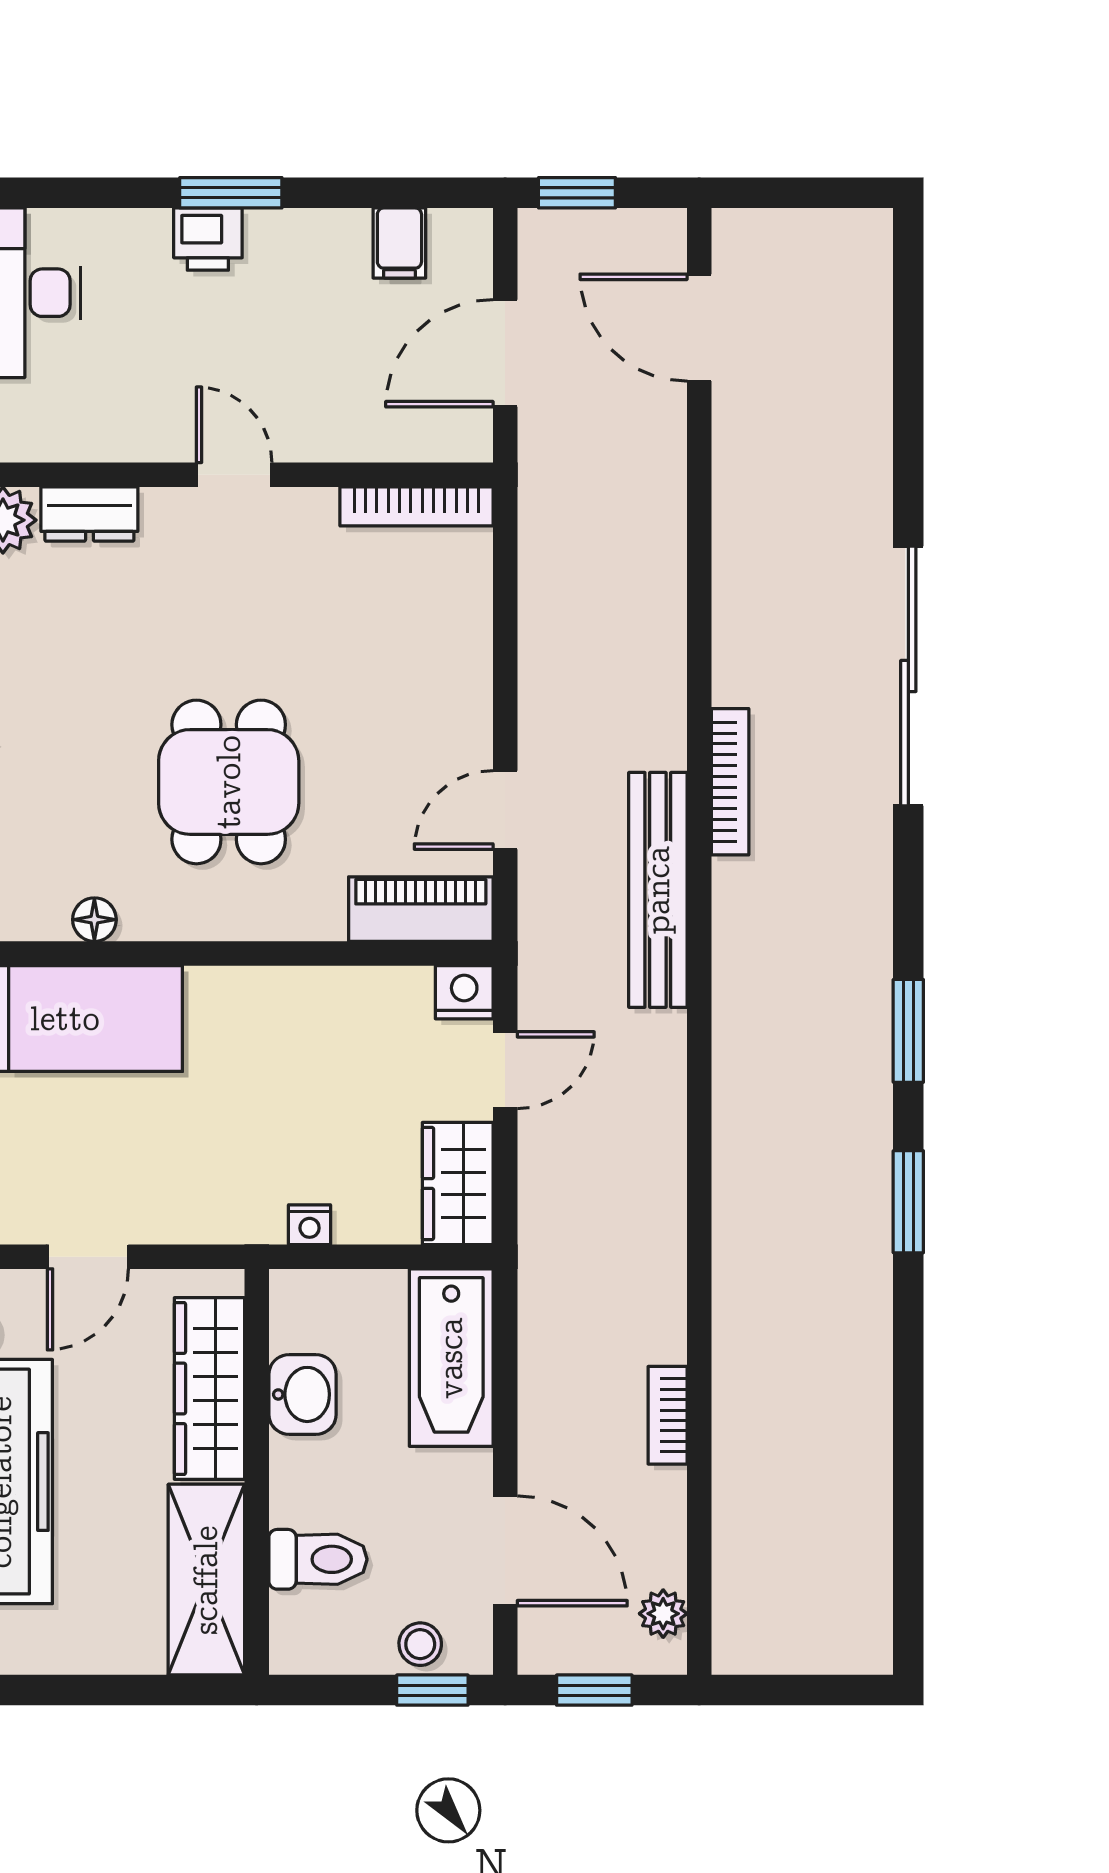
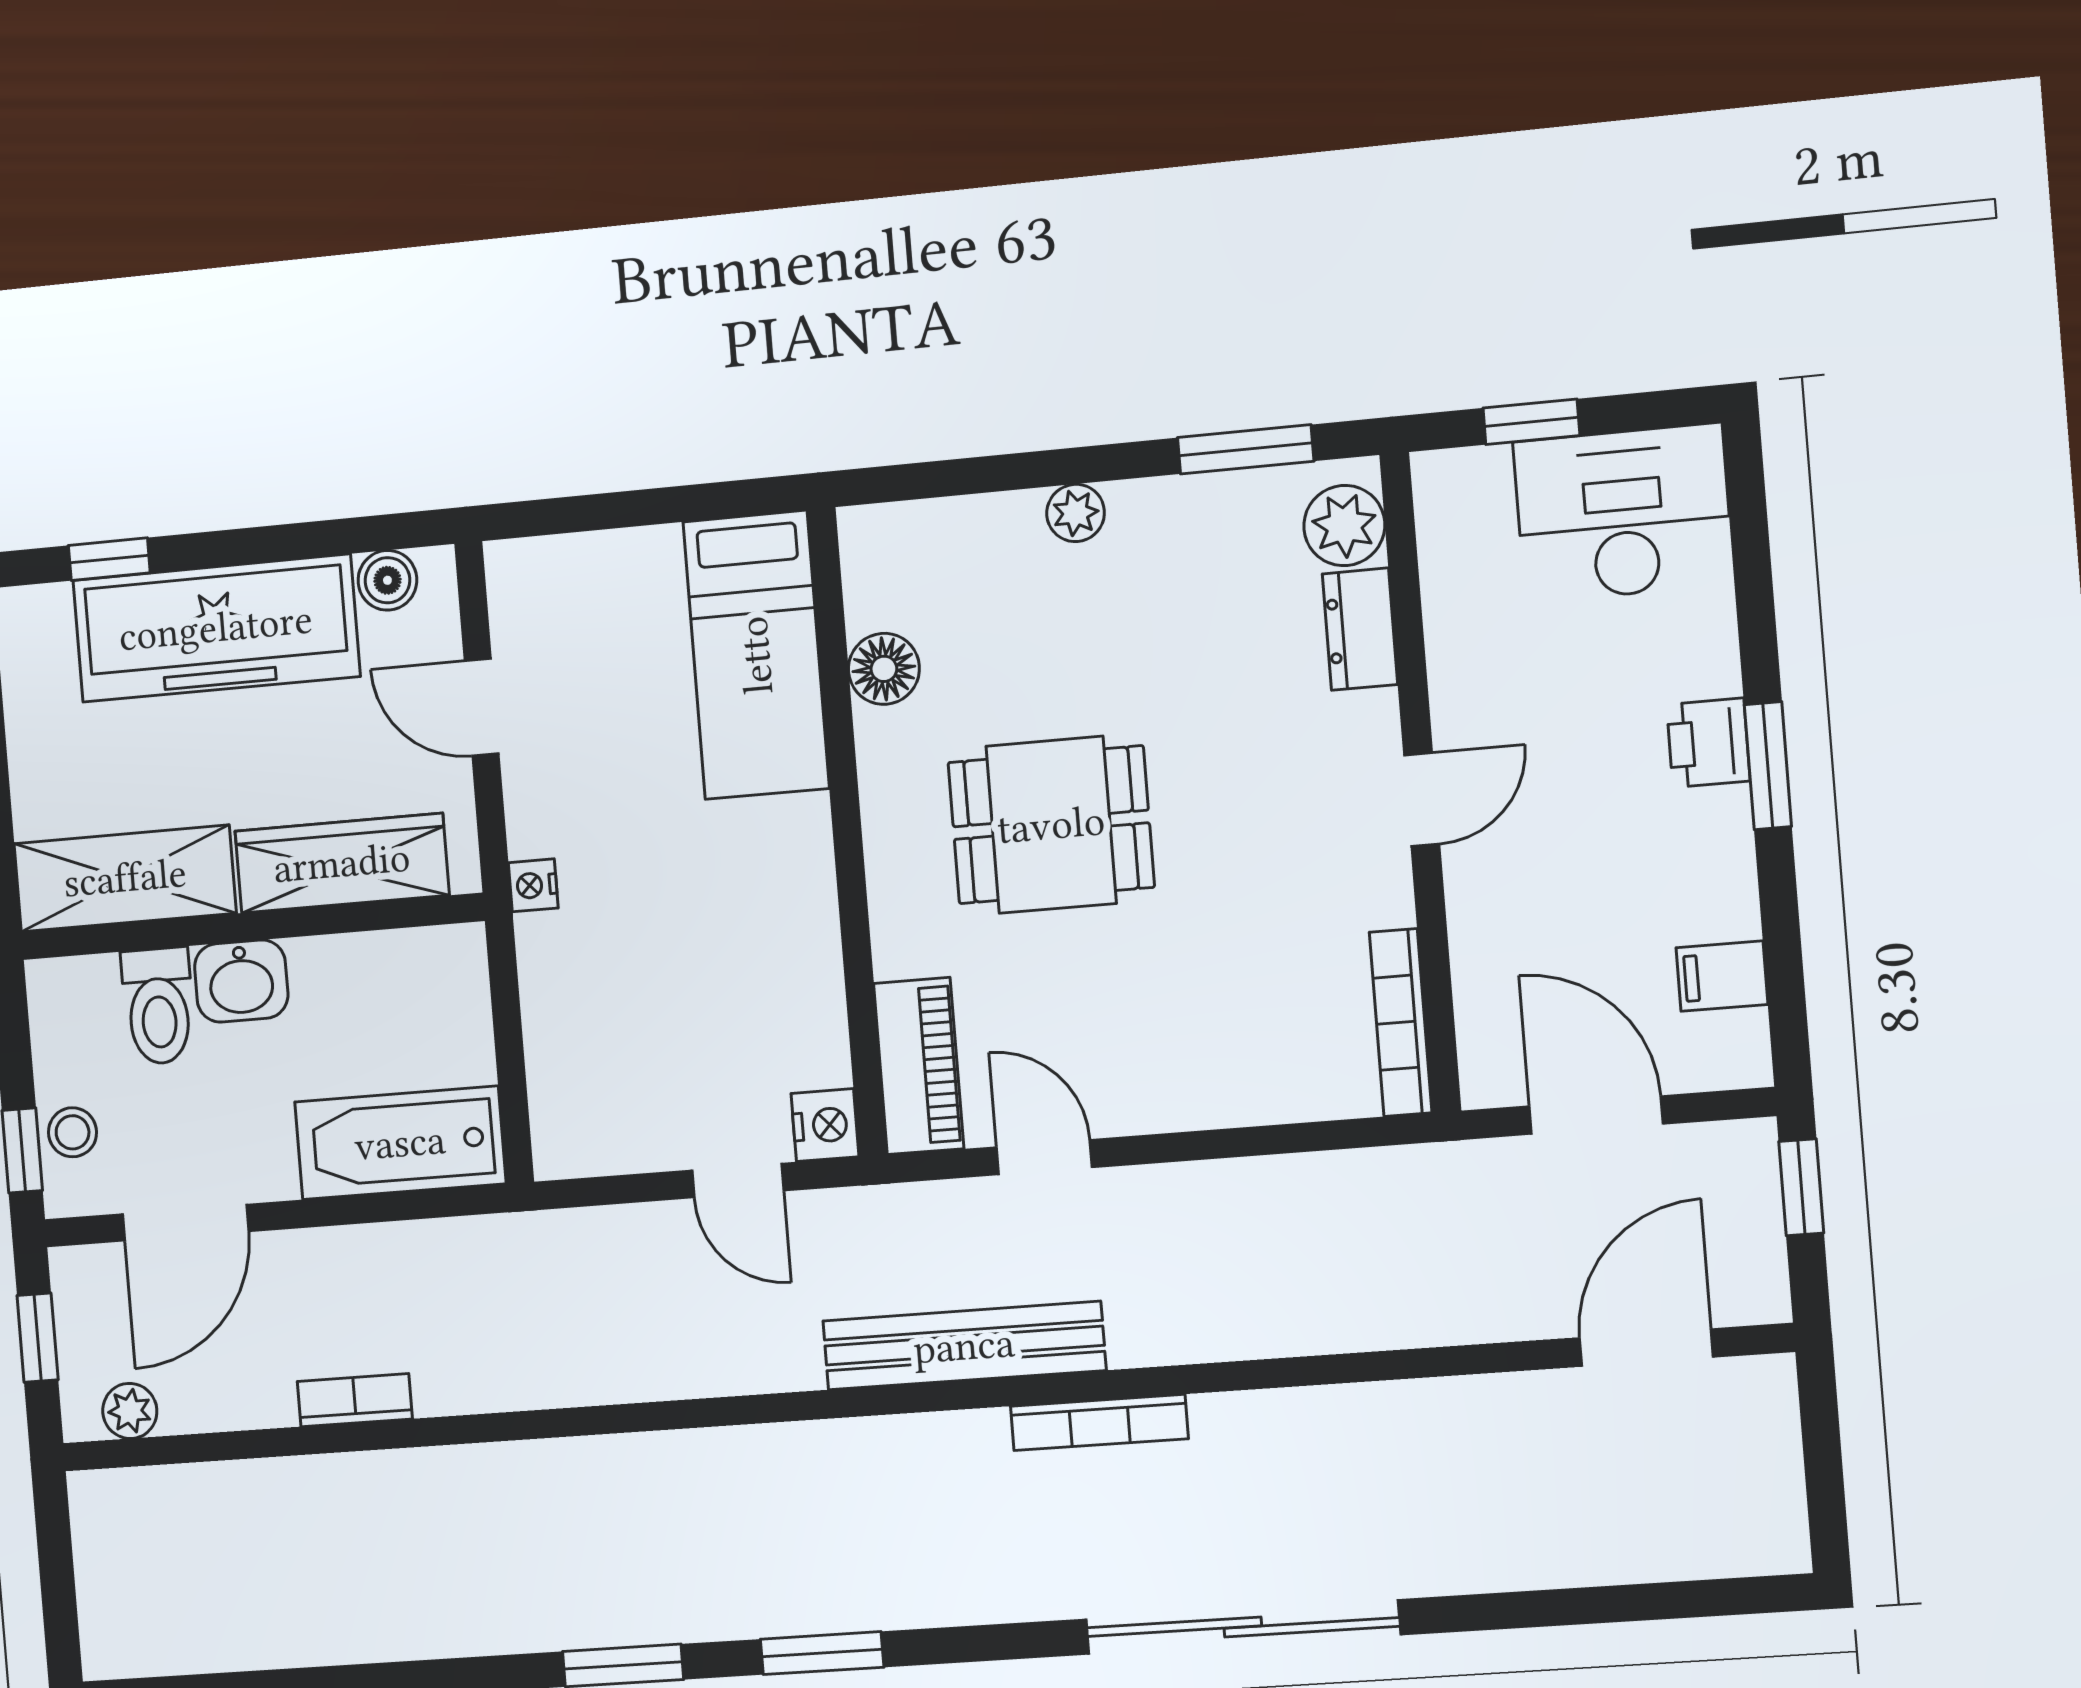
floor lamp: (94, 920) -> (884, 669), width x1.37, depth x1.37
wardrobe: (458, 1183) -> (601, 1135), removed
nightstand: (310, 1225) -> (533, 885), moved
washbasin: (302, 1394) -> (241, 981), moved

